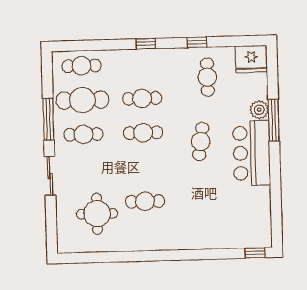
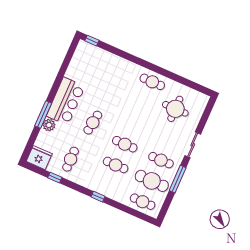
window: (197, 42) -> (55, 178), moved
cafe table: (145, 201) -> (152, 82), moved

